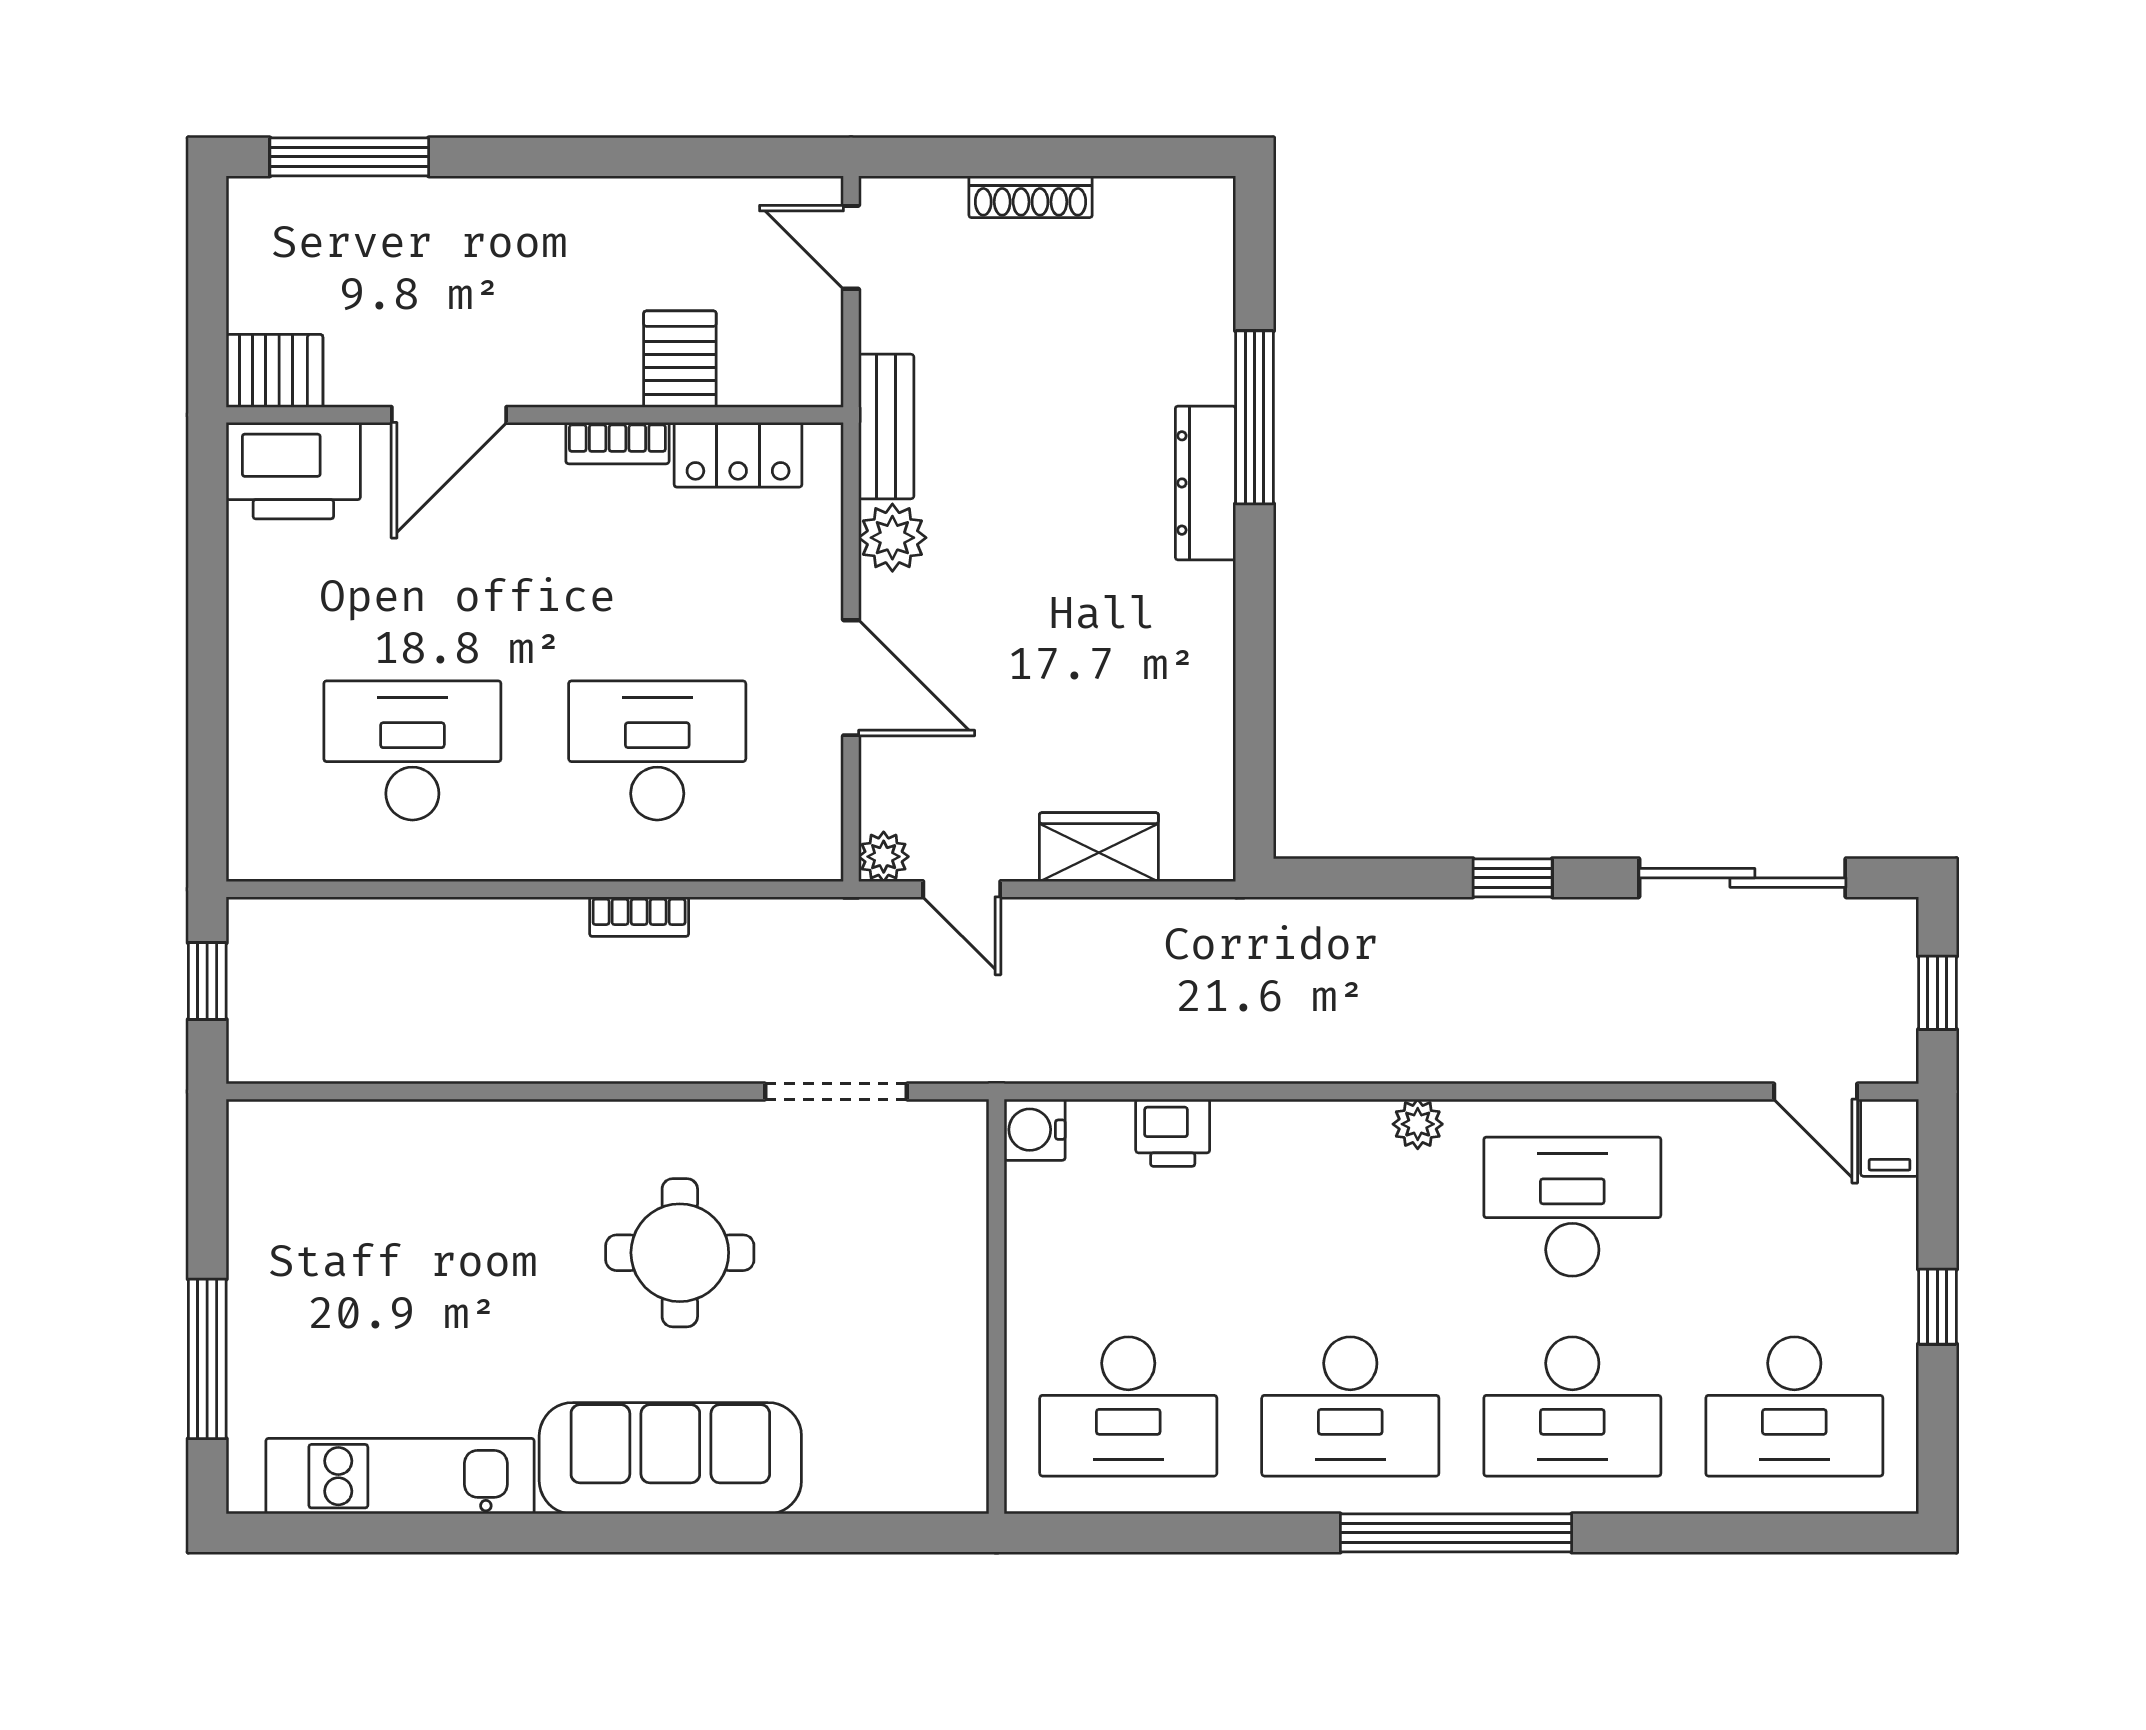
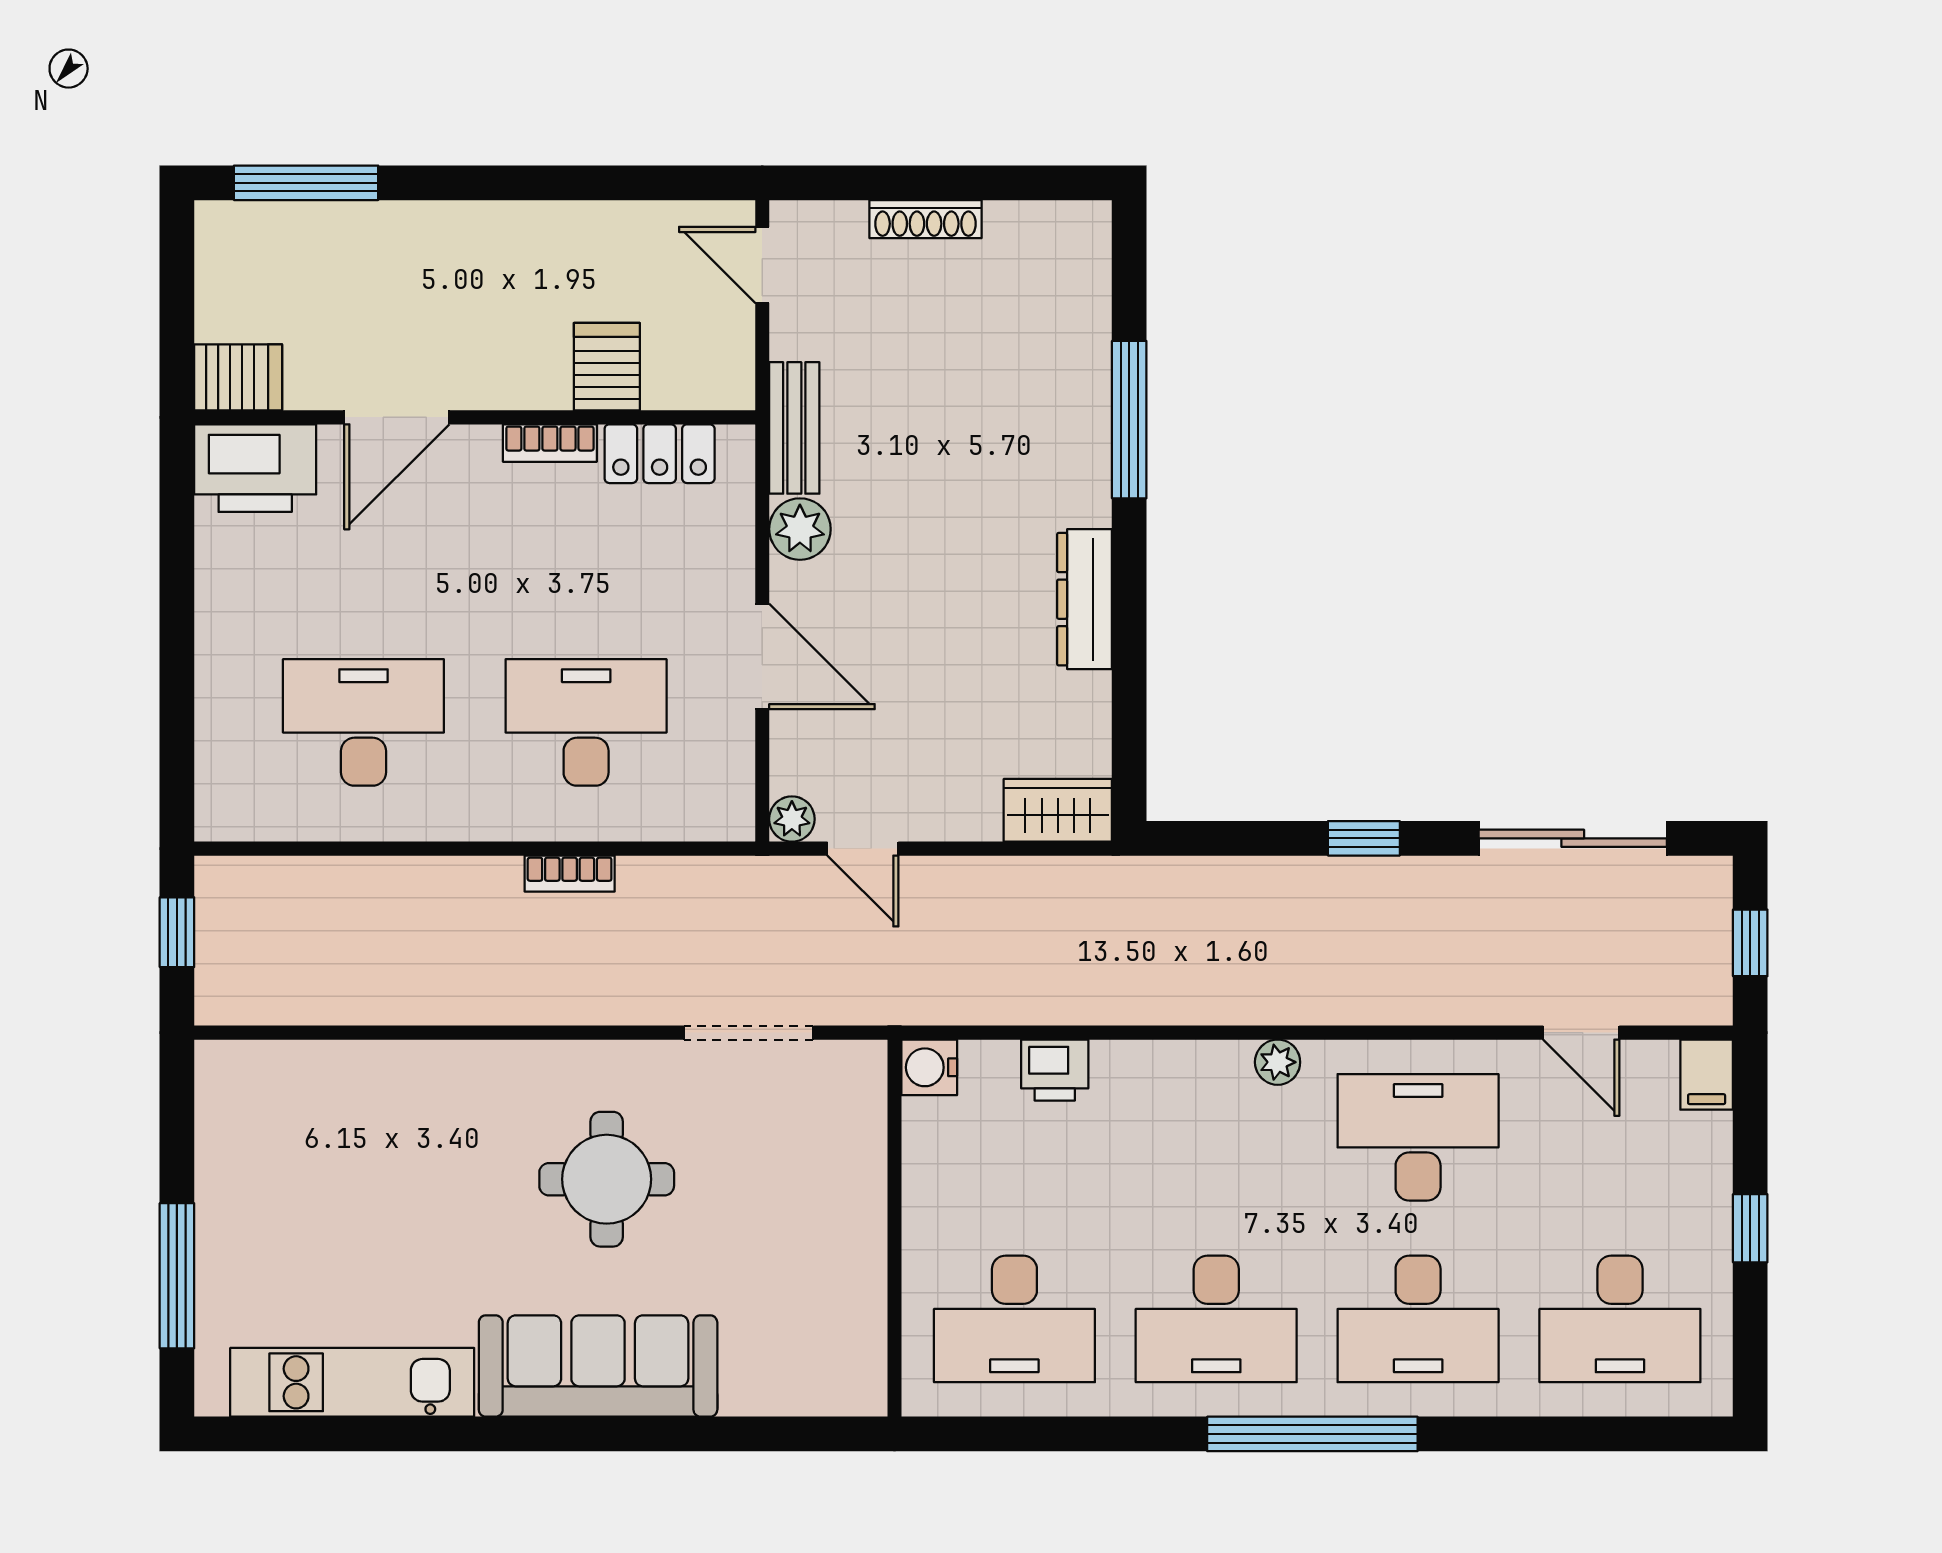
dresser: (1205, 483) -> (1085, 599), moved
wardrobe: (1099, 847) -> (1058, 810), moved
door: (1816, 1092) -> (1581, 1033), moved

